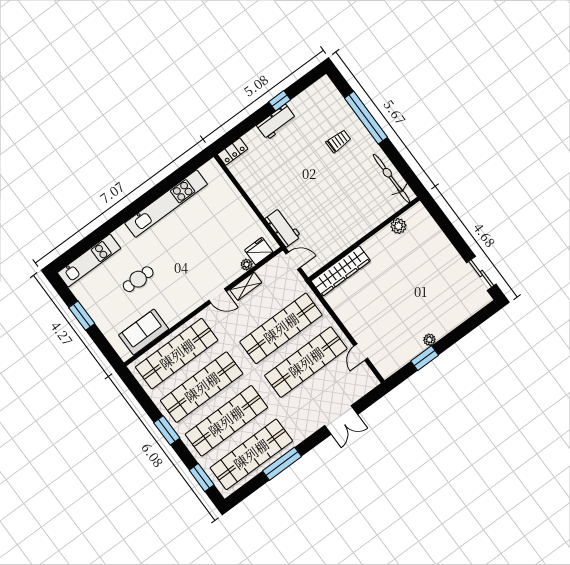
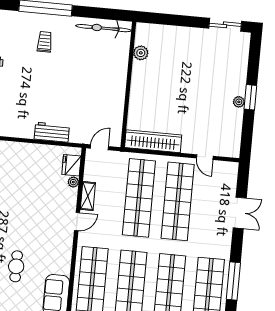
workbench: (283, 228) -> (52, 132), moved
wardrobe: (341, 271) -> (153, 141), moved, turned -90
window: (425, 358) -> (250, 97), moved

